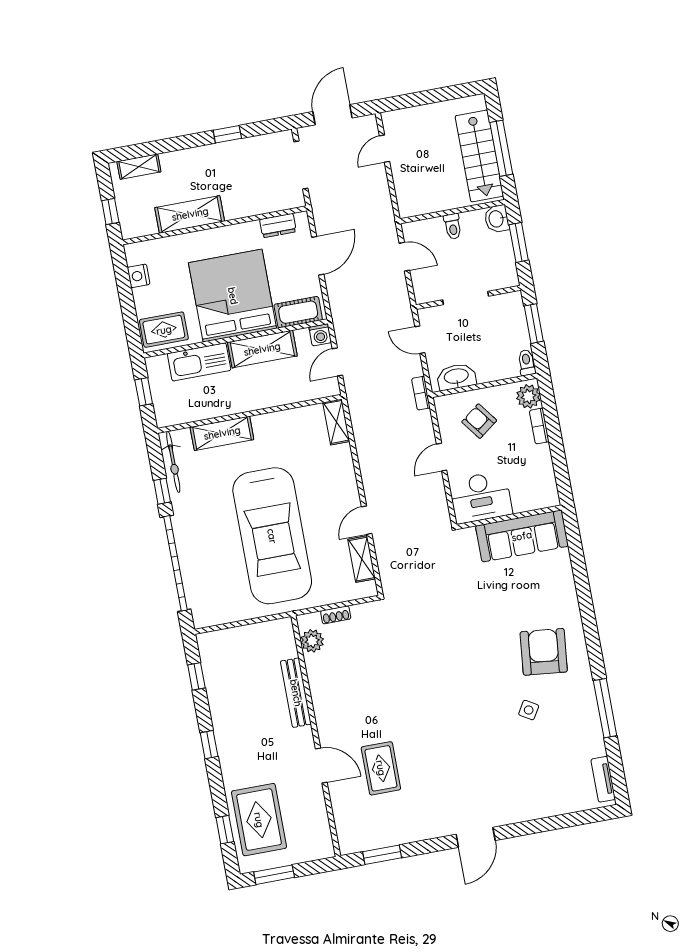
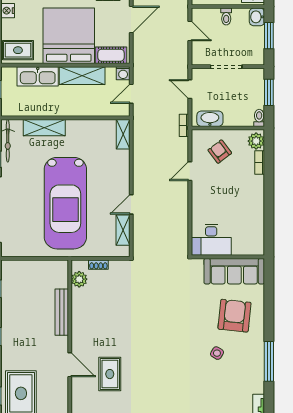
desk: (481, 497) -> (211, 240), moved
wall: (509, 517) -> (228, 257), moved
sofa: (522, 536) -> (234, 271), moved

